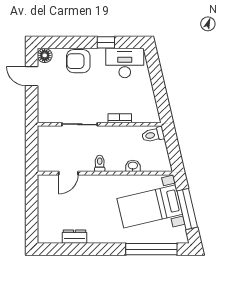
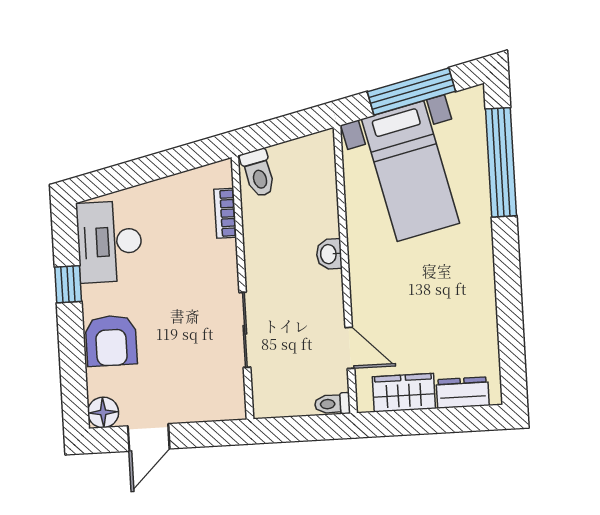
bookcase: (120, 118) -> (225, 213), moved
toilet: (100, 163) -> (332, 404), moved
washbasin: (133, 166) -> (329, 254), moved
wardrobe: (46, 197) -> (404, 393), added
dresser: (74, 237) -> (463, 393), moved, turned 90

